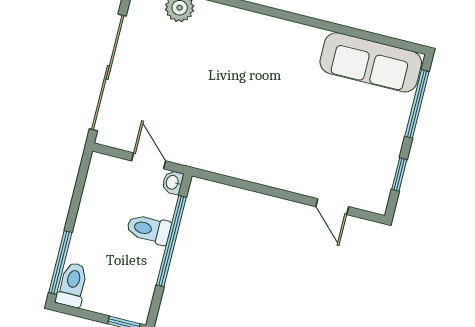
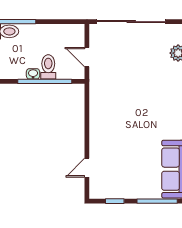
door: (149, 161) -> (87, 57), swing flipped
washbasin: (173, 182) -> (33, 74), moved

